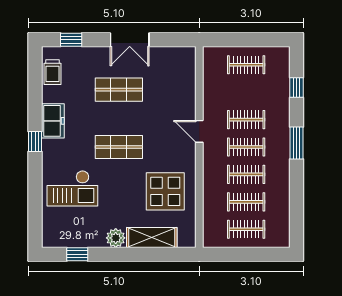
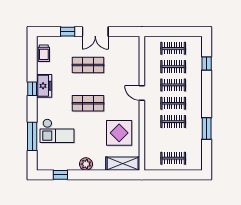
window: (71, 40) -> (68, 32), moved
window: (35, 142) -> (32, 89), moved
window: (296, 143) -> (207, 128), moved
window: (35, 197) -> (32, 136), added
clothes rail: (246, 202) -> (173, 67), moved
shelving: (152, 237) -> (123, 164), moved

